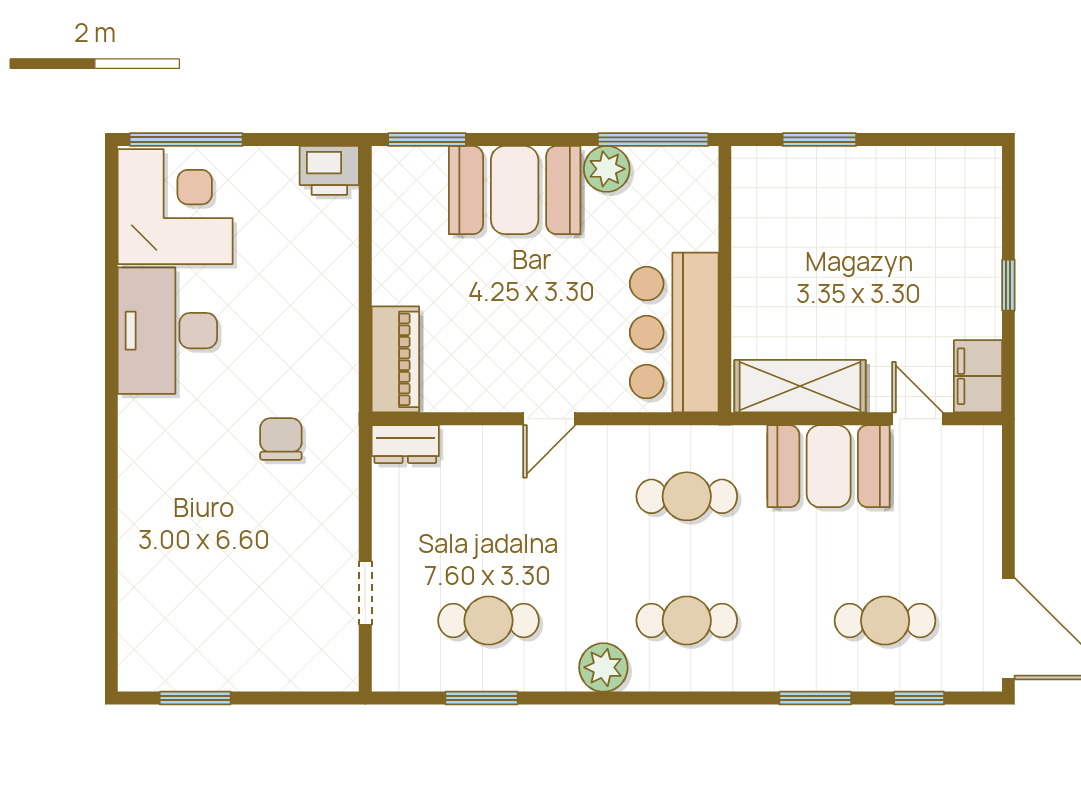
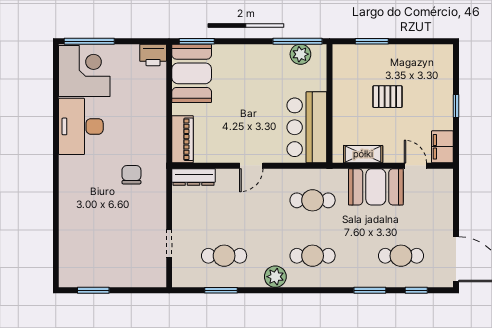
plant: (607, 169) -> (300, 54), moved
booth: (515, 190) -> (192, 73), moved, turned 90
pallet: (855, 264) -> (387, 97), added
shelving: (800, 386) -> (363, 154), width x0.67, depth x0.75
dresser: (405, 444) -> (194, 177), width x1.44

